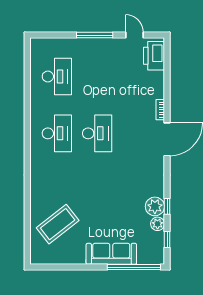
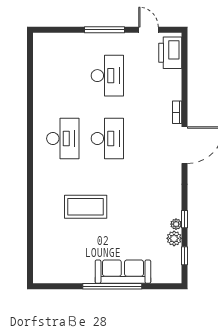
desk: (57, 76) -> (107, 76), moved
plant: (155, 206) -> (176, 224), width x0.53, depth x0.53
coffee table: (58, 224) -> (86, 207), moved, turned 38
window: (134, 267) -> (112, 286), moved

